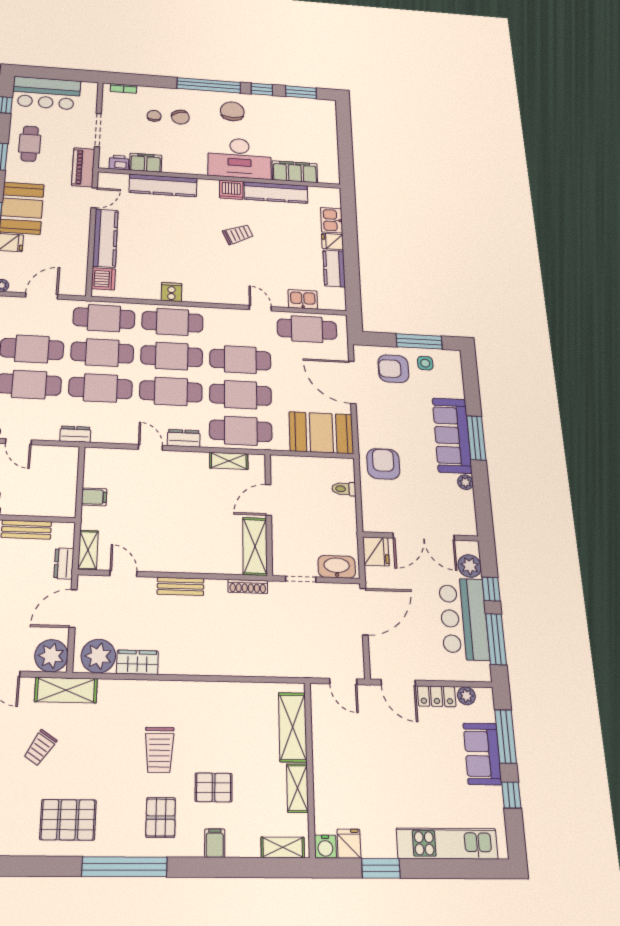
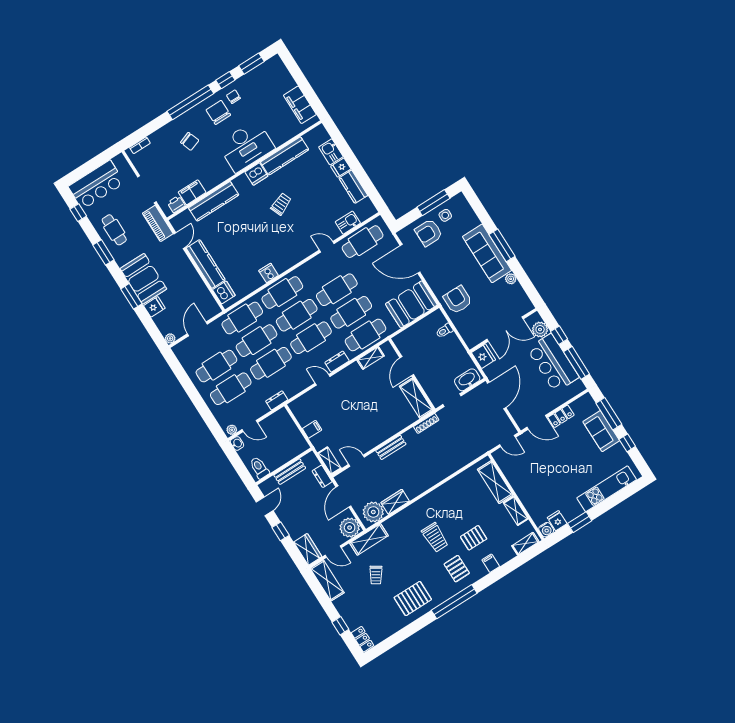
chair: (154, 116) -> (234, 97), moved
filing cabinet: (295, 172) -> (300, 105), moved, turned -90
plant: (466, 696) -> (577, 405), removed

